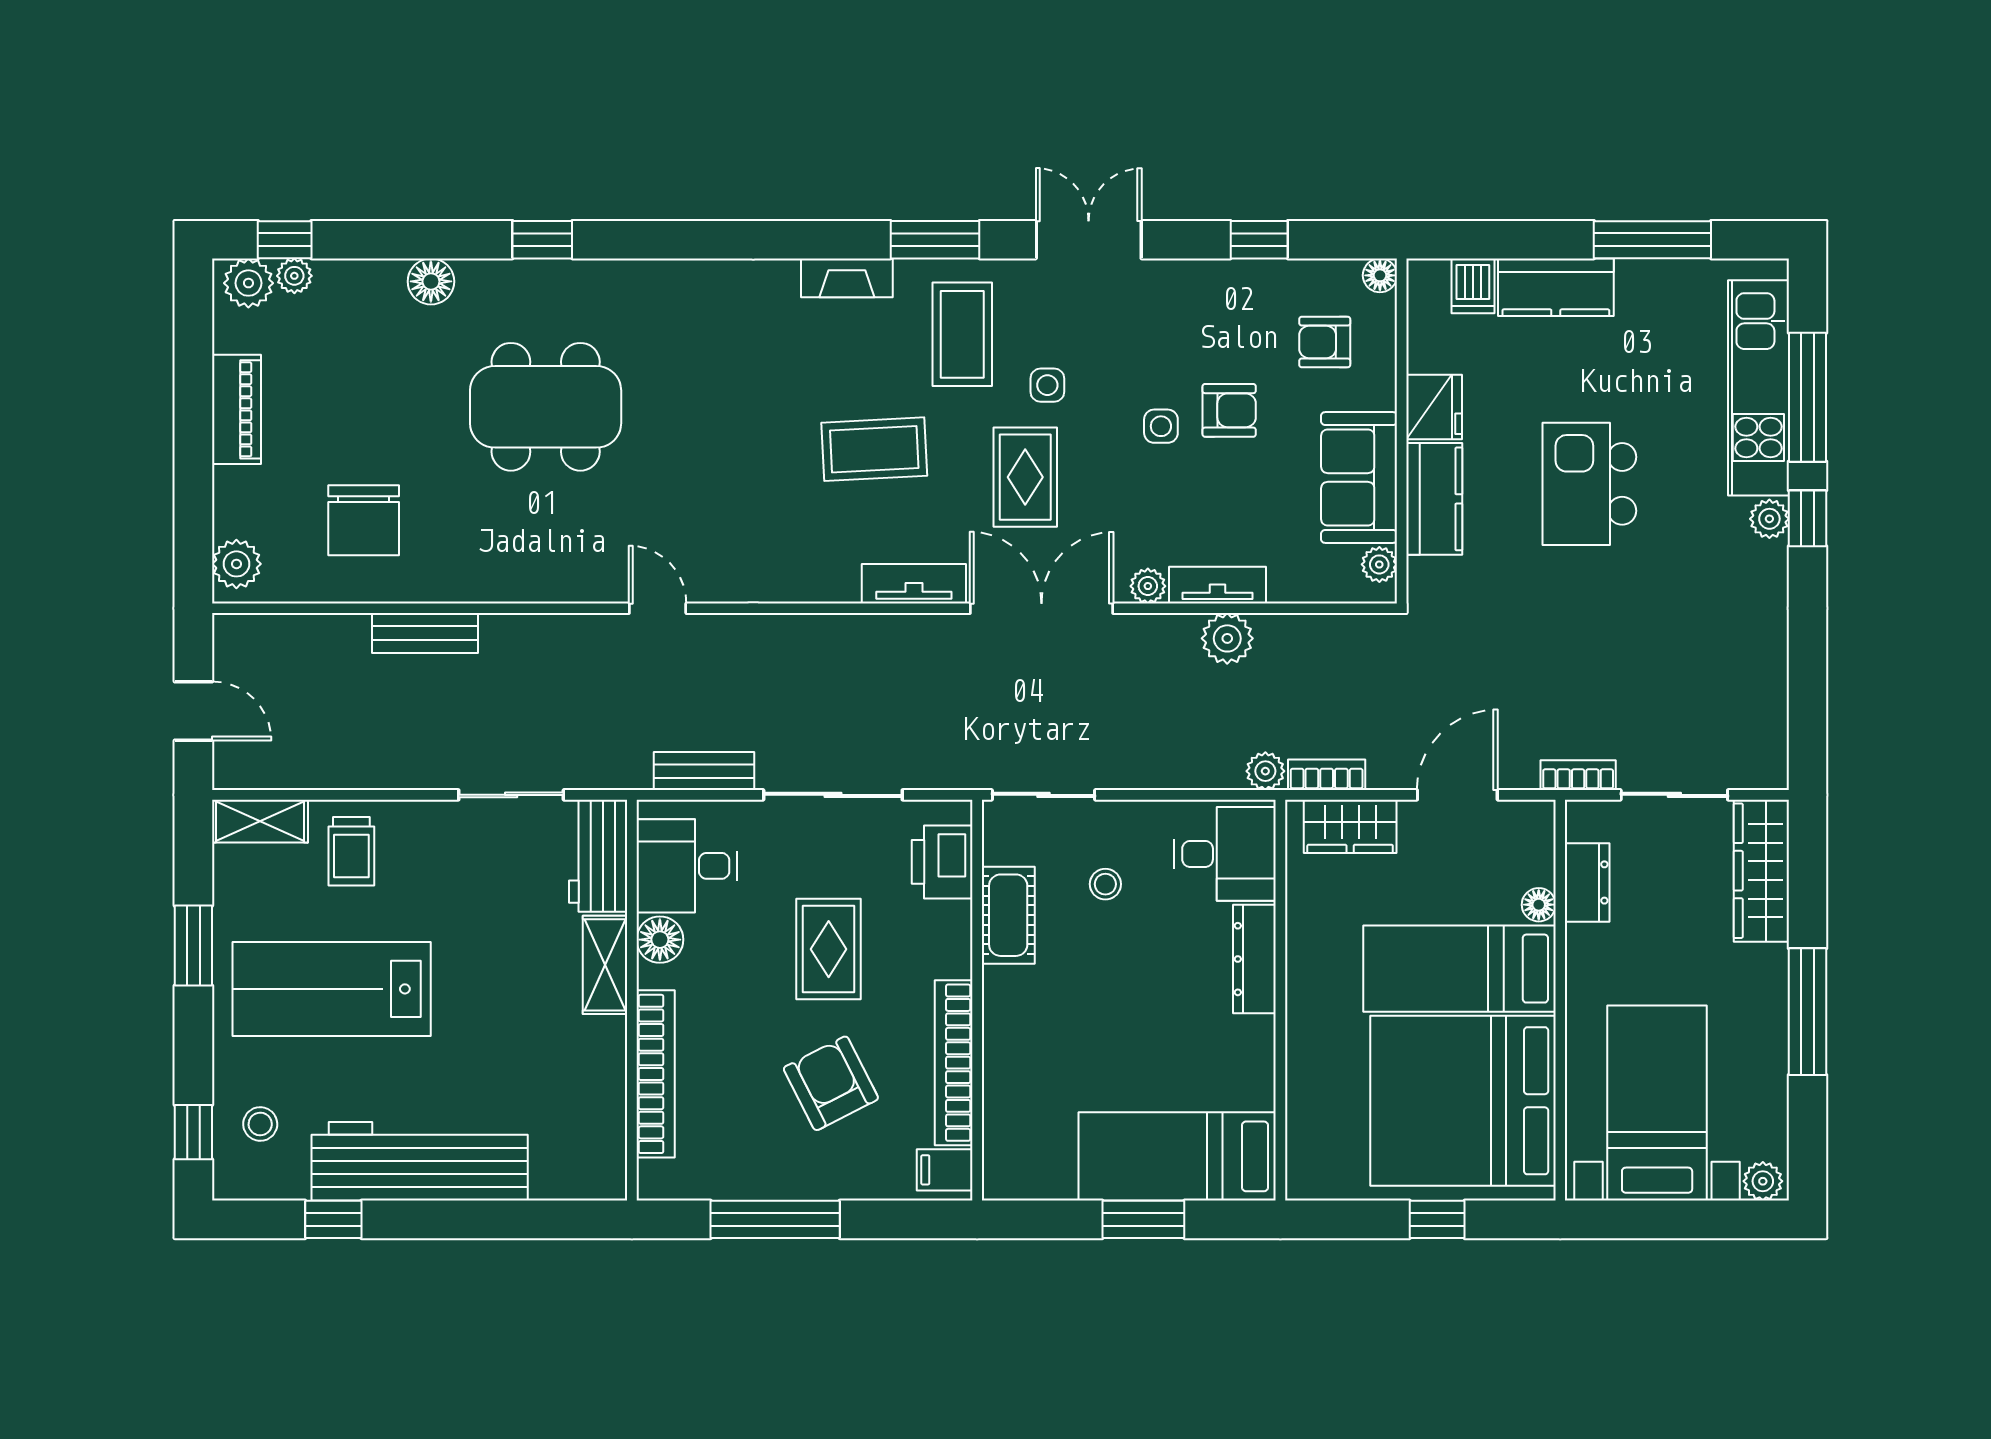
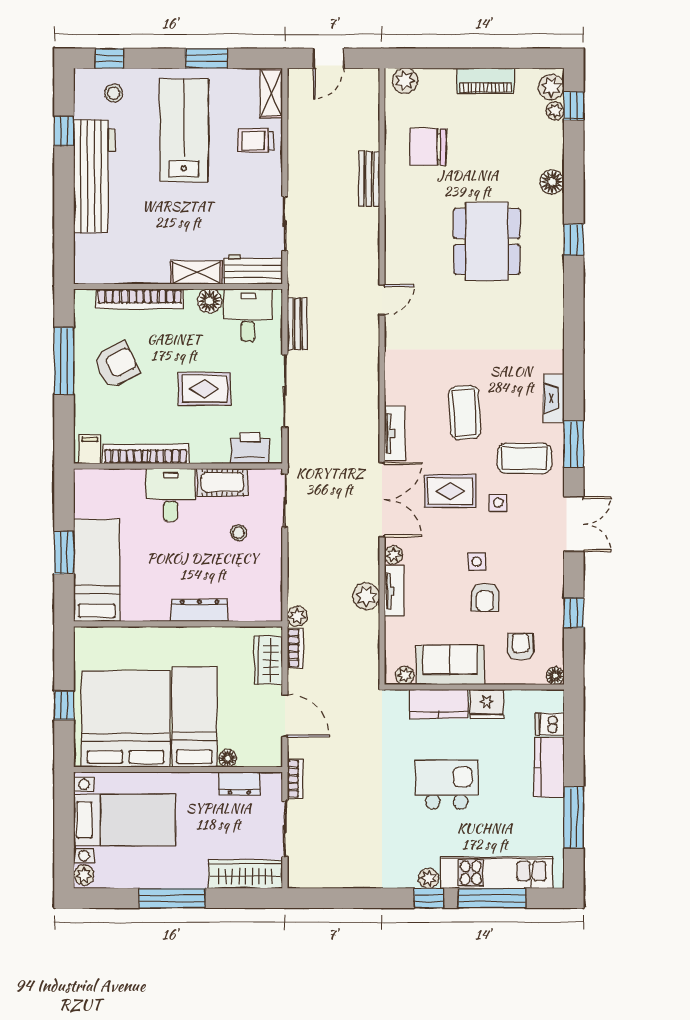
desk: (1225, 854) -> (171, 495), moved, turned 180
armchair: (831, 1083) -> (117, 365), moved

